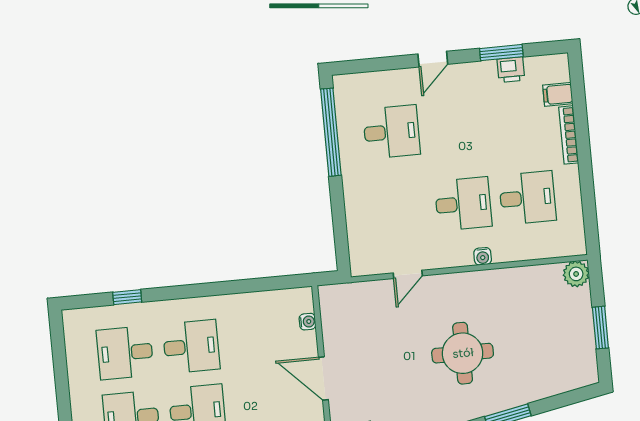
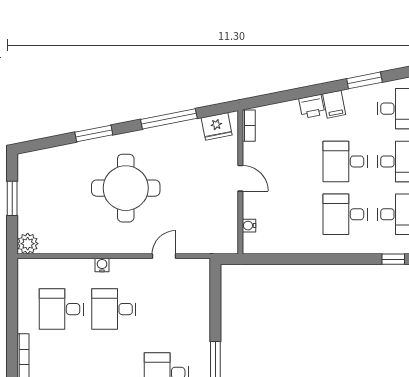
round table: (463, 353) -> (126, 188), width x1.36, depth x1.36
door: (323, 378) -> (240, 178), width x0.73

